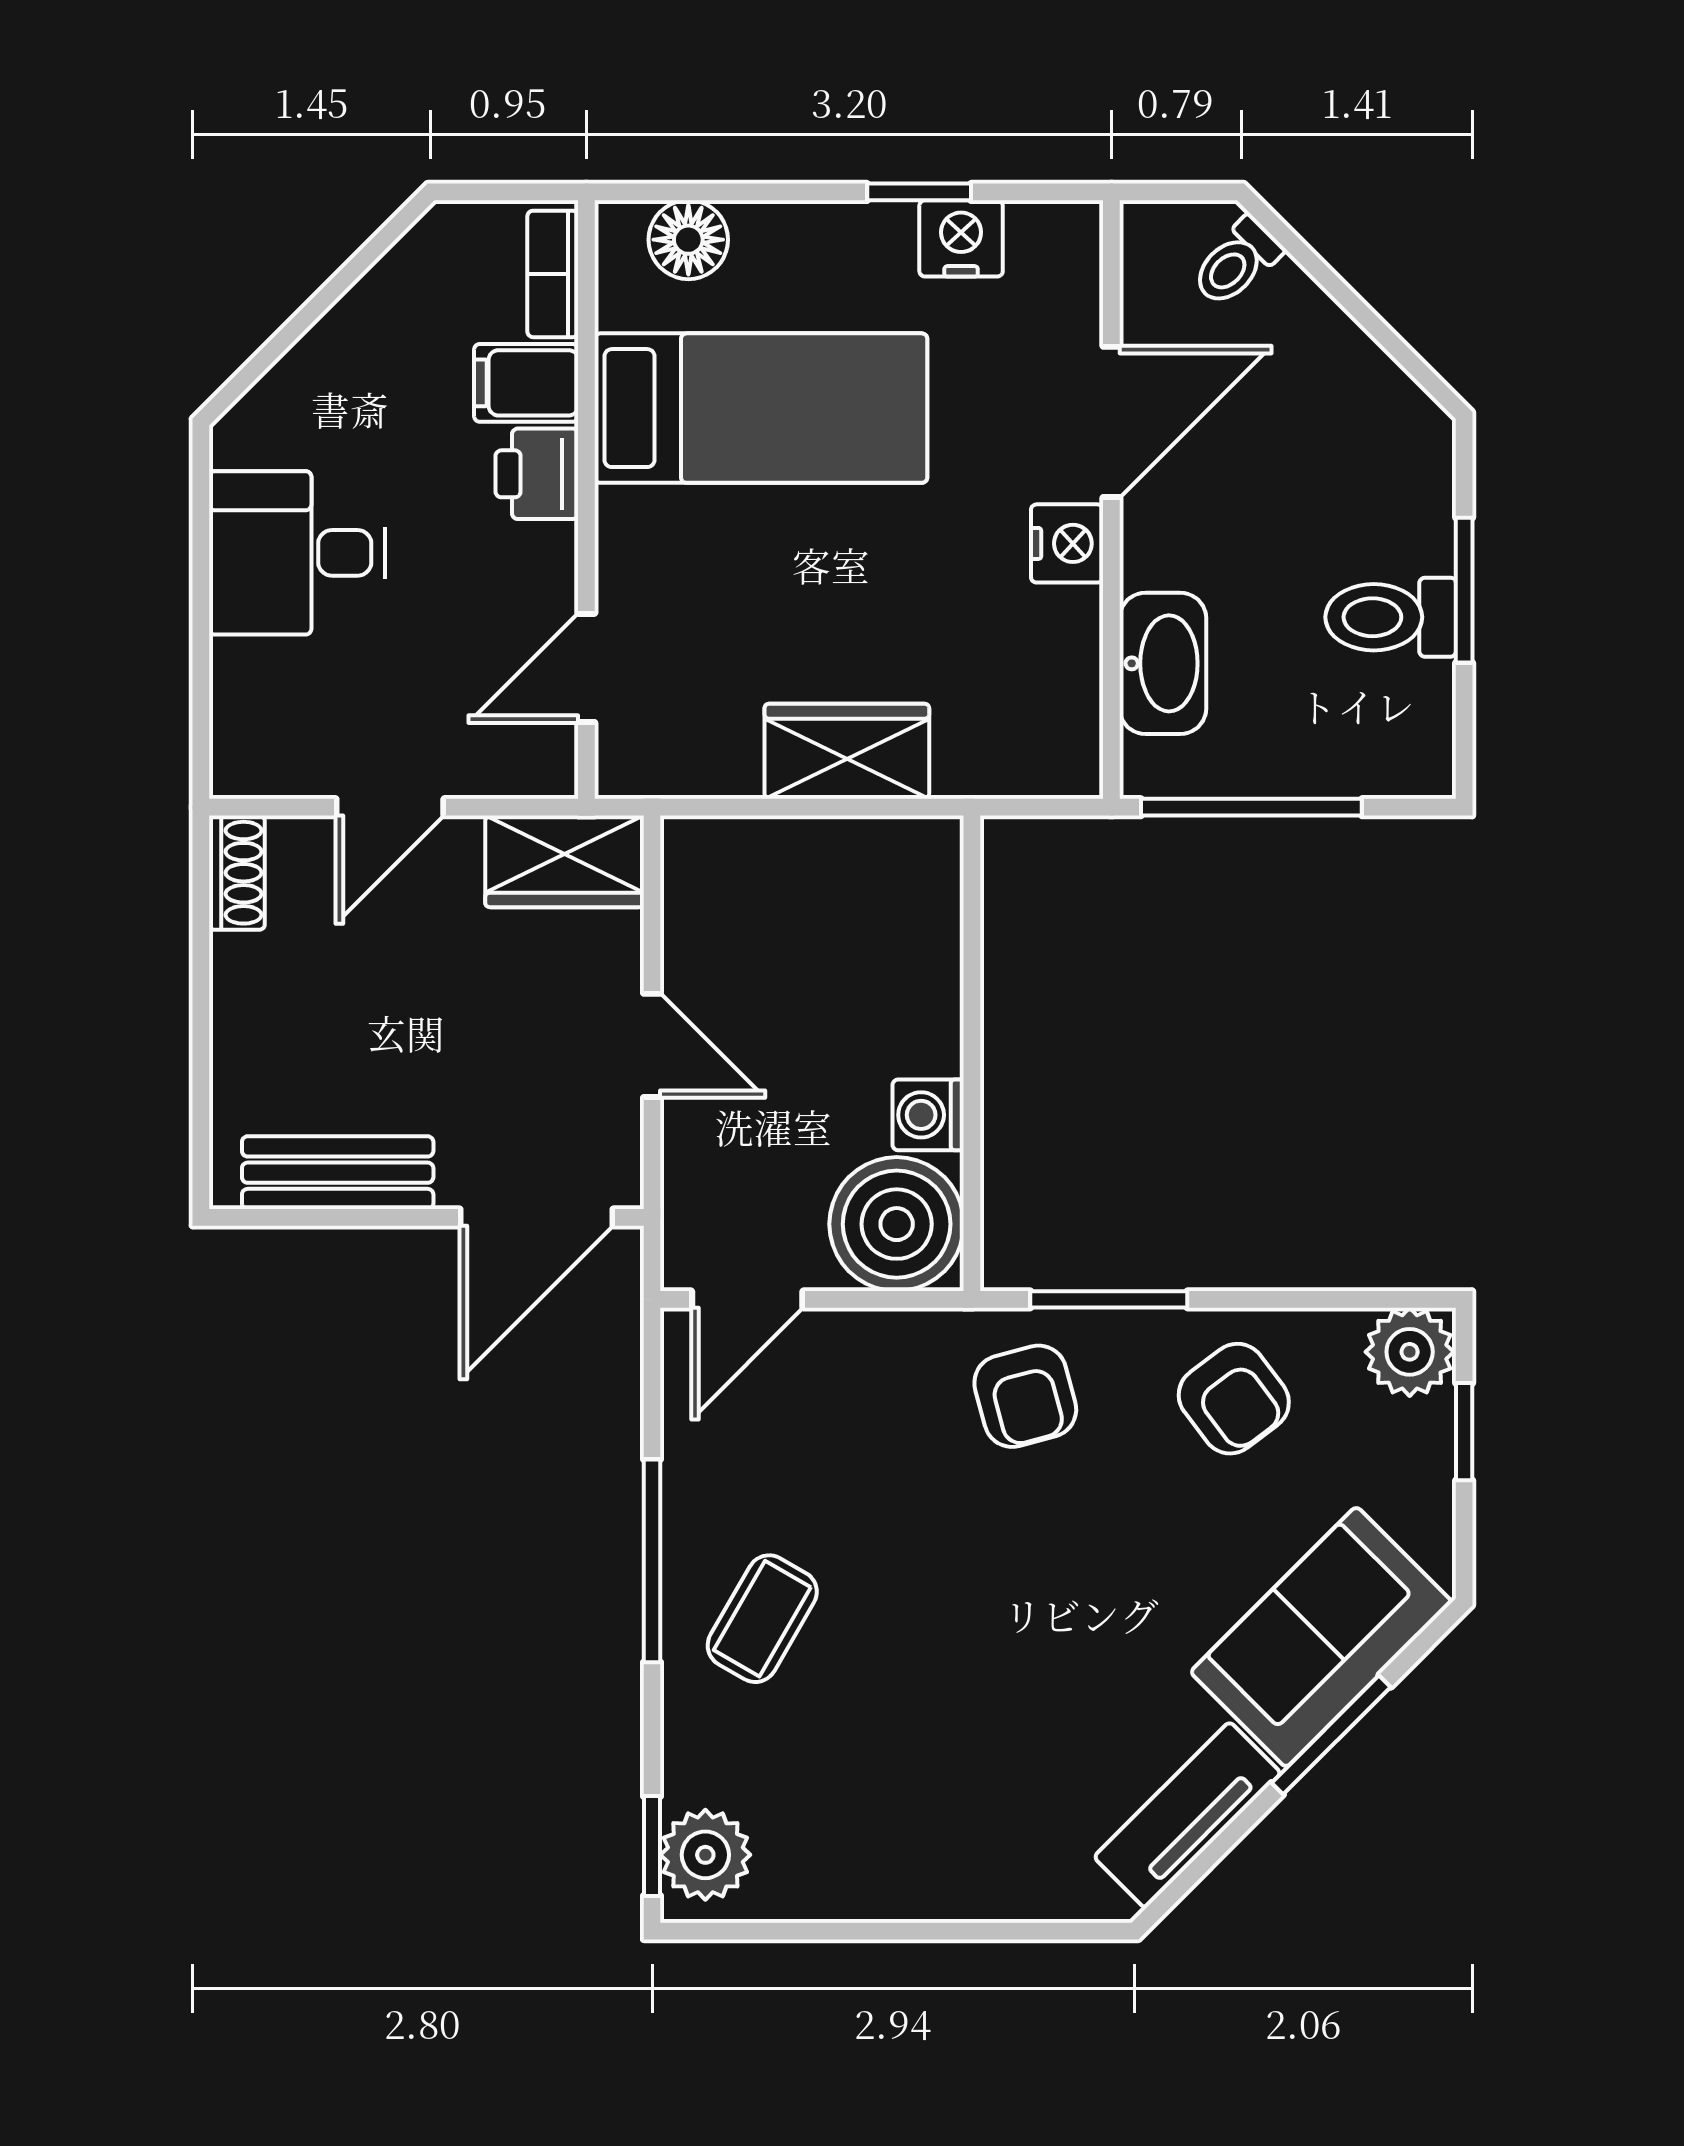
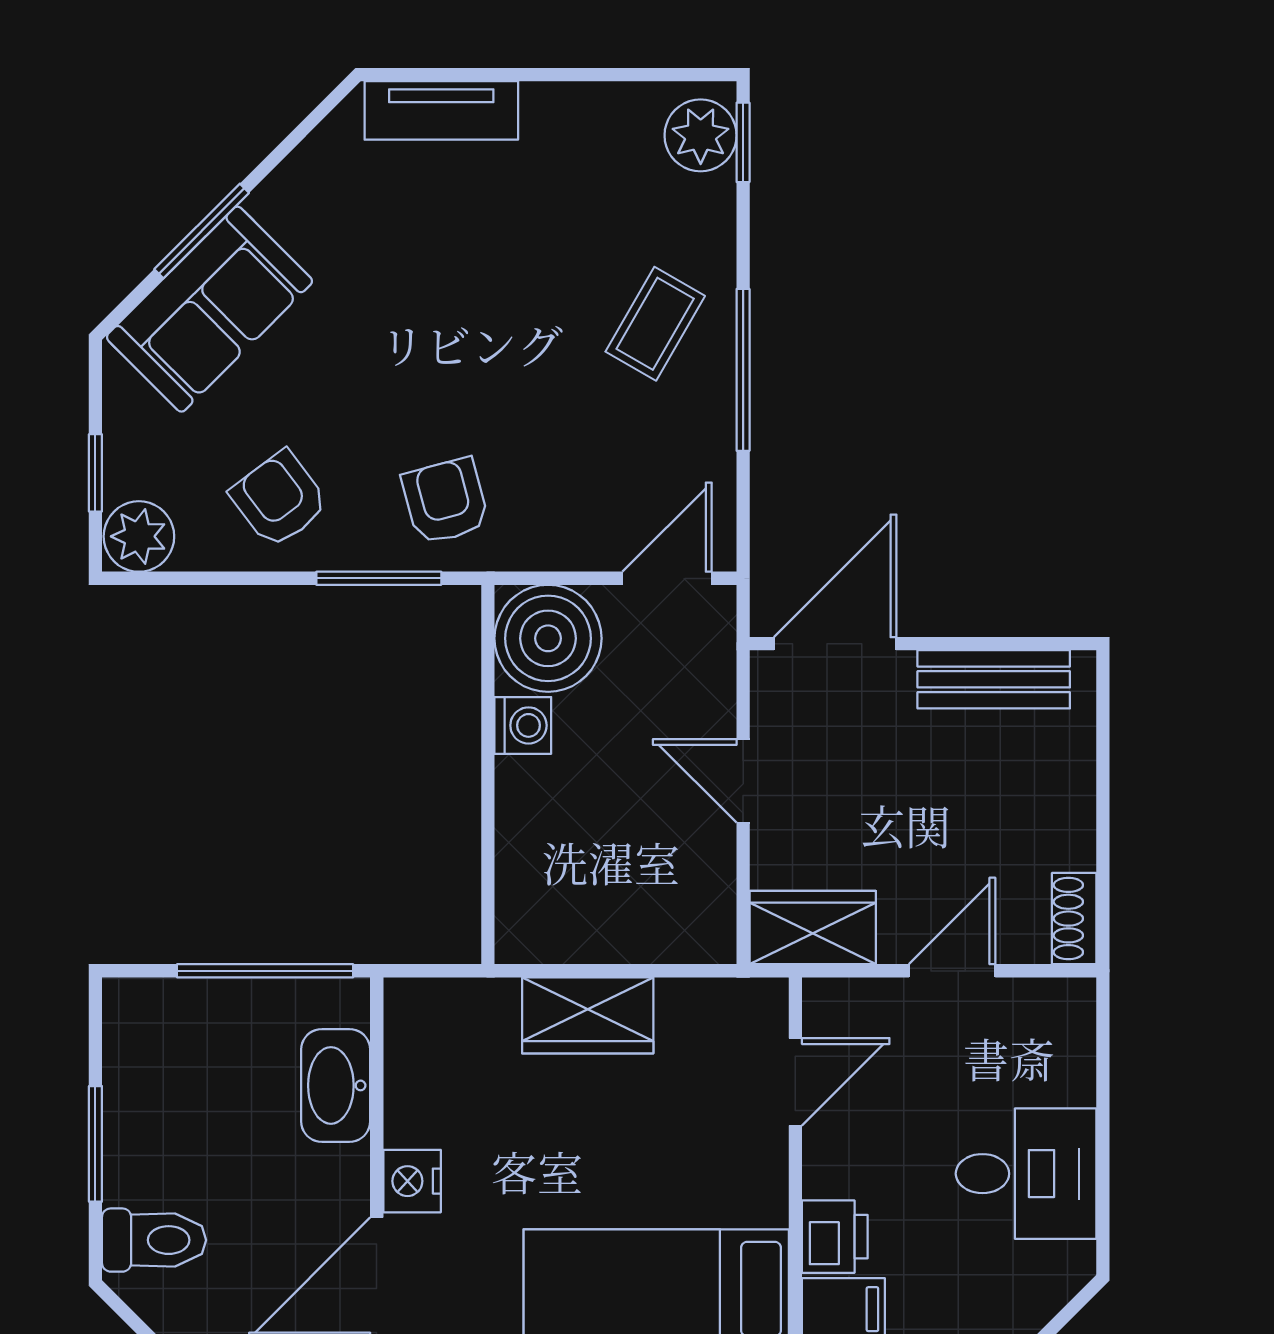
toilet: (1391, 617) -> (154, 1240), moved
tv unit: (1187, 1815) -> (441, 110), moved, turned 45

